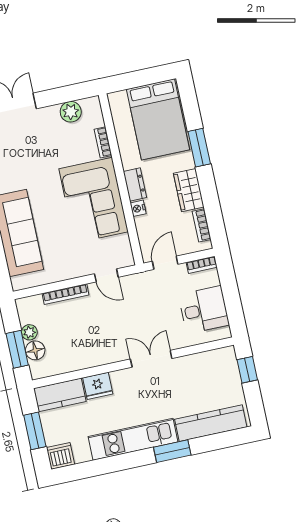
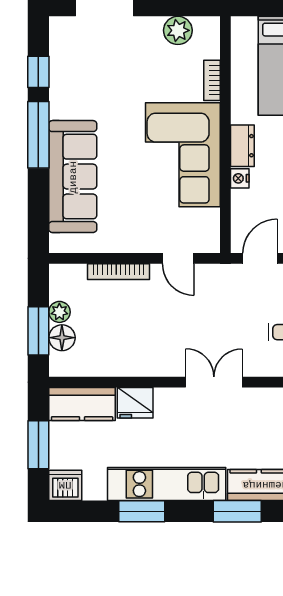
window: (172, 451) -> (237, 511), moved
window: (119, 463) -> (142, 511), added

